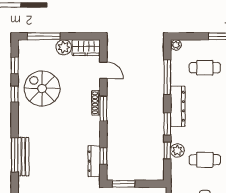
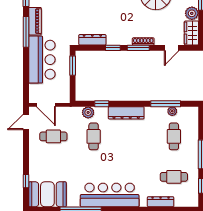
plant: (176, 45) -> (172, 111), moved
dresser: (178, 106) -> (126, 113), moved
window: (167, 124) -> (125, 104), removed
plant: (177, 150) -> (88, 112), moved
window: (103, 156) -> (113, 48), moved

